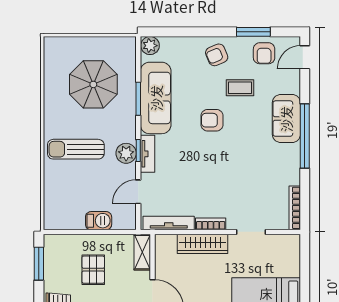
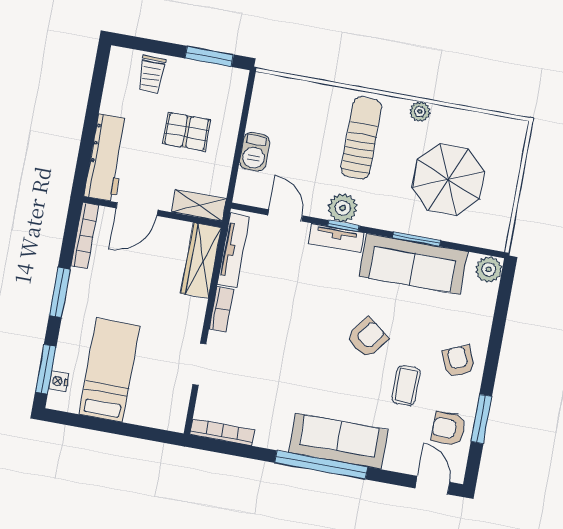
plant: (50, 112) -> (420, 111), added
sofa: (286, 119) -> (338, 441), width x1.36
armchair: (212, 120) -> (367, 338), turned 37
wardrobe: (203, 244) -> (201, 260), moved

